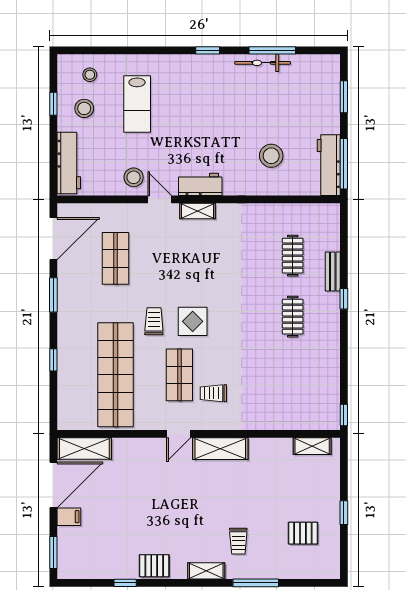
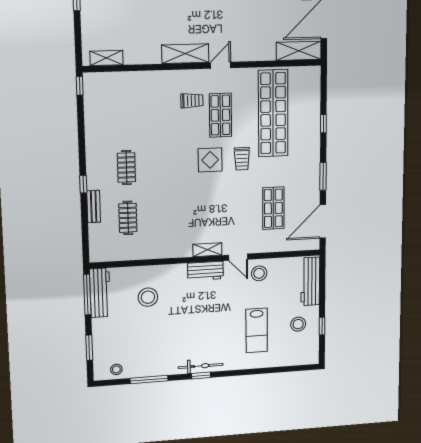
bicycle: (263, 63) -> (201, 366), moved
stool: (90, 75) -> (116, 369), moved
lab bench: (137, 104) -> (257, 330), turned 180

